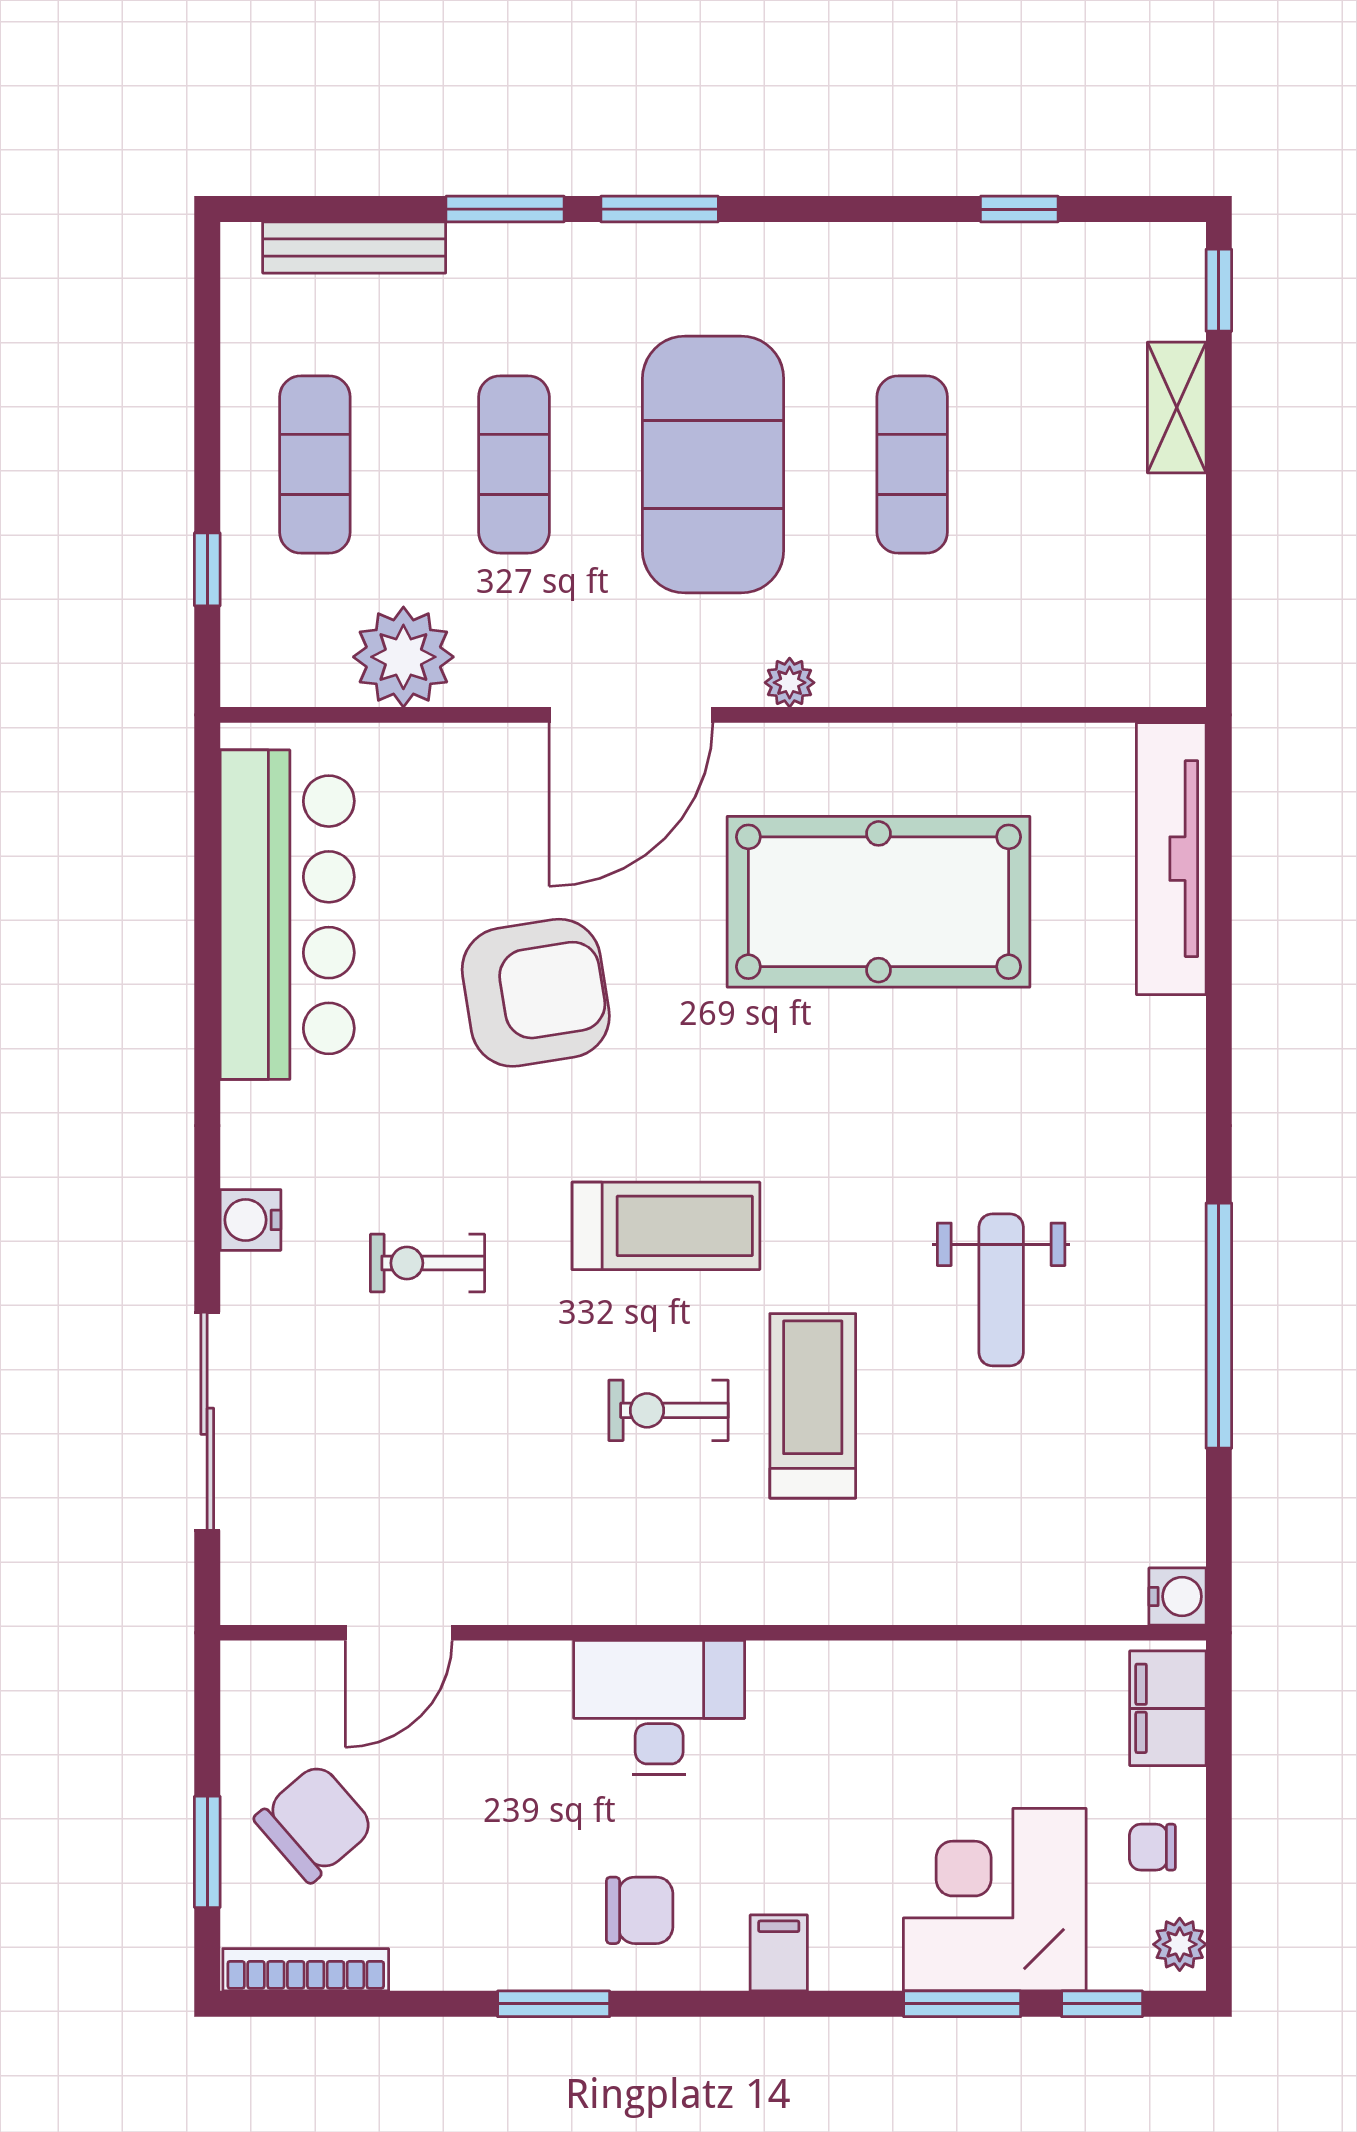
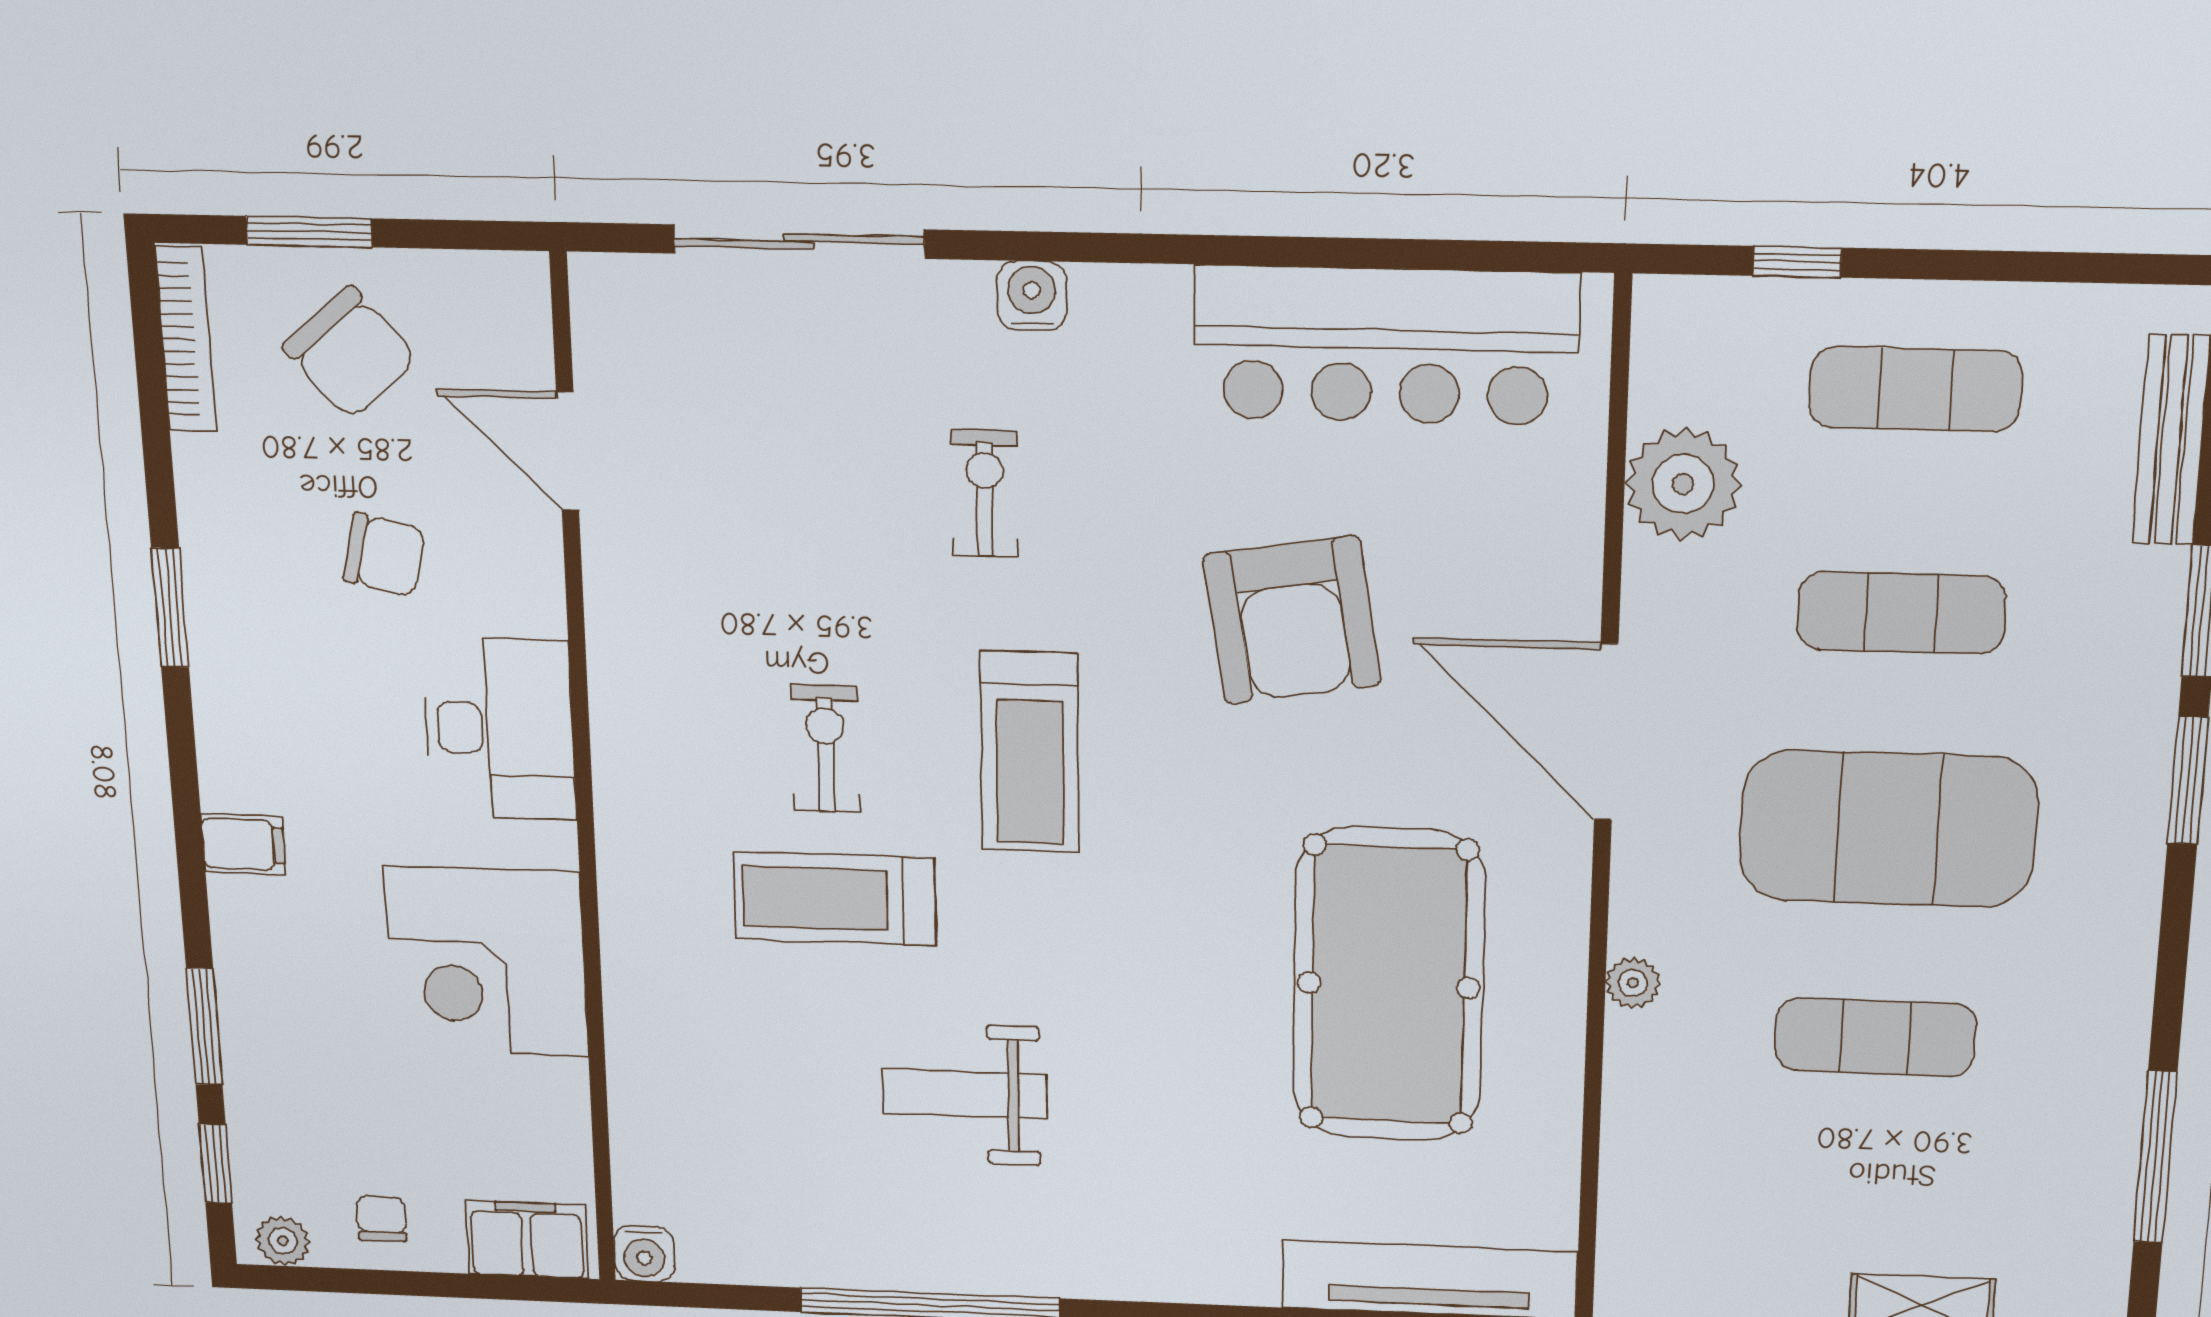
window: (1019, 209) -> (2155, 1157), width x2.17
plant: (790, 683) -> (1633, 983), moved
treadmill: (813, 1406) -> (835, 899), turned 180
corner desk: (995, 1900) -> (486, 961), moved, turned 180
chair: (640, 1910) -> (384, 555), moved, turned -77

